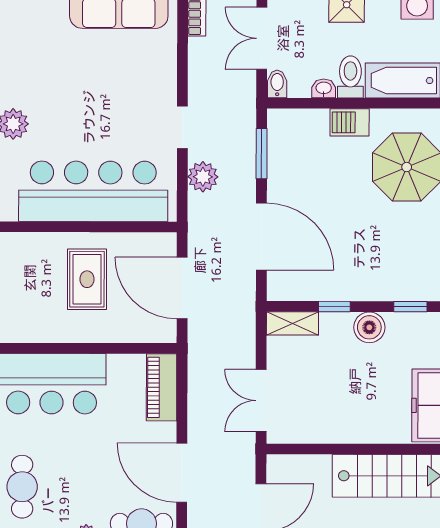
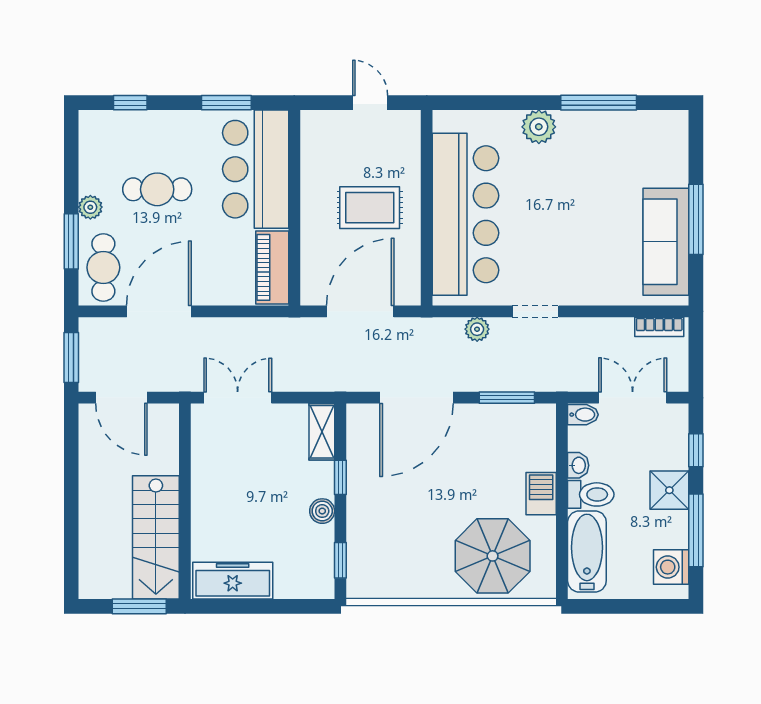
plant: (203, 177) -> (477, 329), width x0.73, depth x0.73
boiler: (369, 327) -> (322, 511), width x0.73, depth x0.73
piano: (162, 387) -> (272, 267), moved, turned -90
cafe table: (22, 487) -> (157, 189), moved

